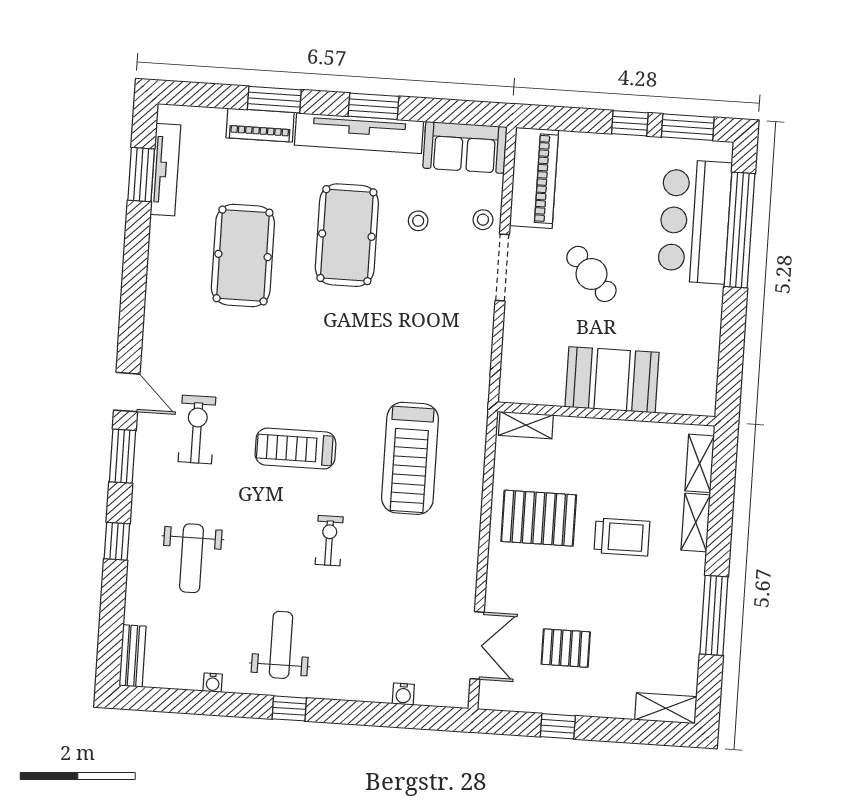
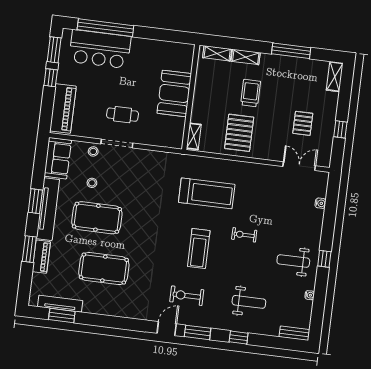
piano: (534, 178) -> (63, 108), moved, turned 90
cafe table: (591, 274) -> (123, 115), moved, turned 43

